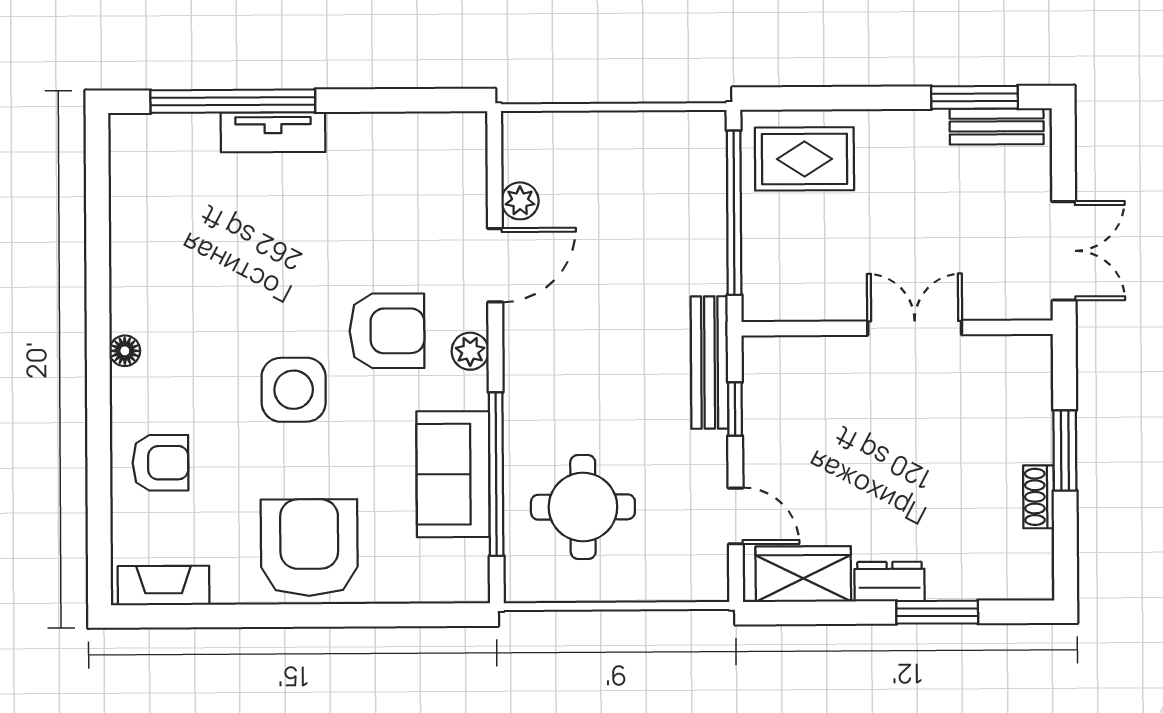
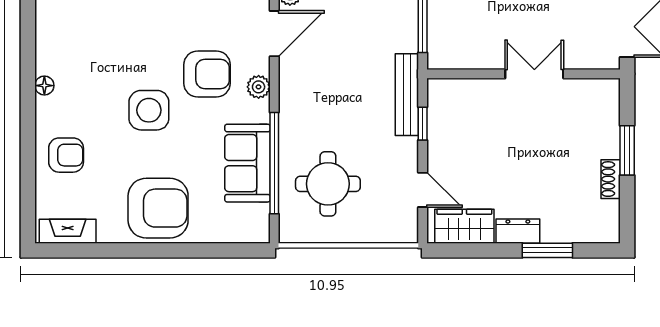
armchair: (309, 548) -> (158, 208), turned 90

